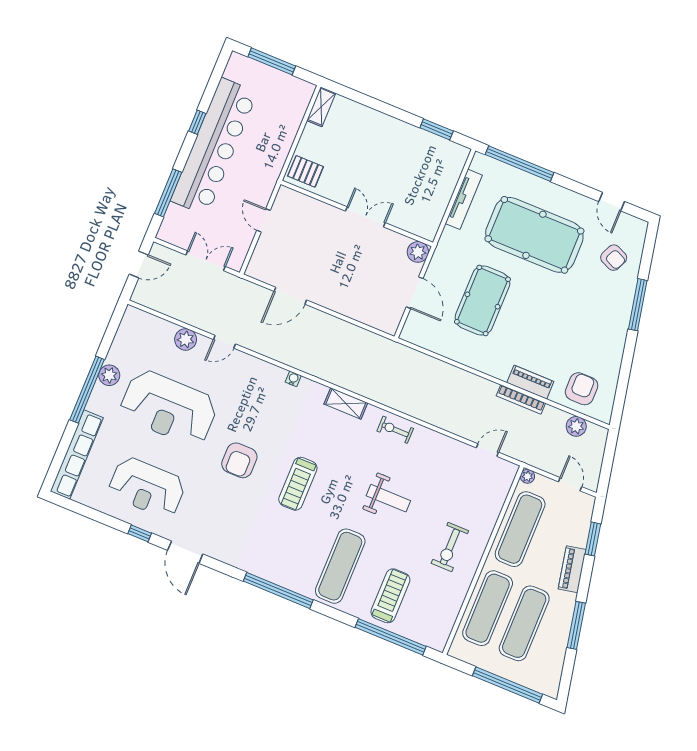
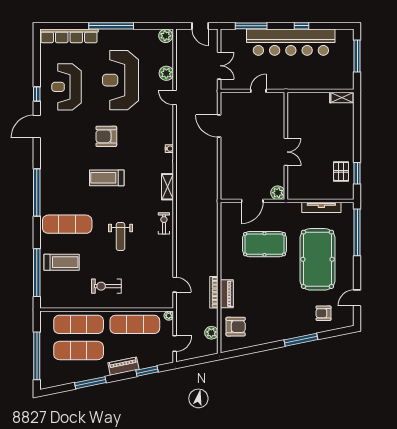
pallet: (306, 171) -> (341, 171), moved
armchair: (614, 258) -> (323, 313), turned 66
plant: (109, 375) -> (166, 36), moved

